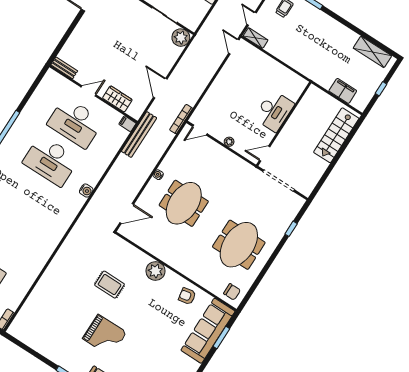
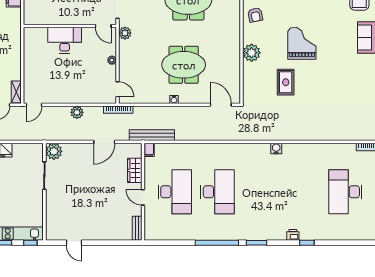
plant: (202, 81) -> (77, 112), added
plant: (246, 169) -> (125, 33), added
water cooler: (86, 191) -> (276, 148), moved
grand piano: (105, 335) -> (302, 43), moved

